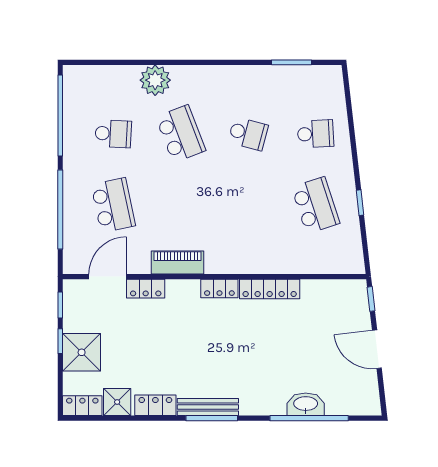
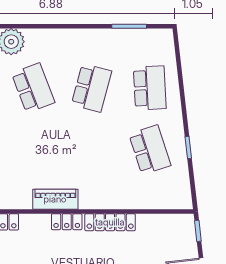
school desk: (248, 134) -> (91, 88), width x1.85
school desk: (316, 134) -> (150, 88), width x1.85
piano: (178, 262) -> (55, 199), moved

